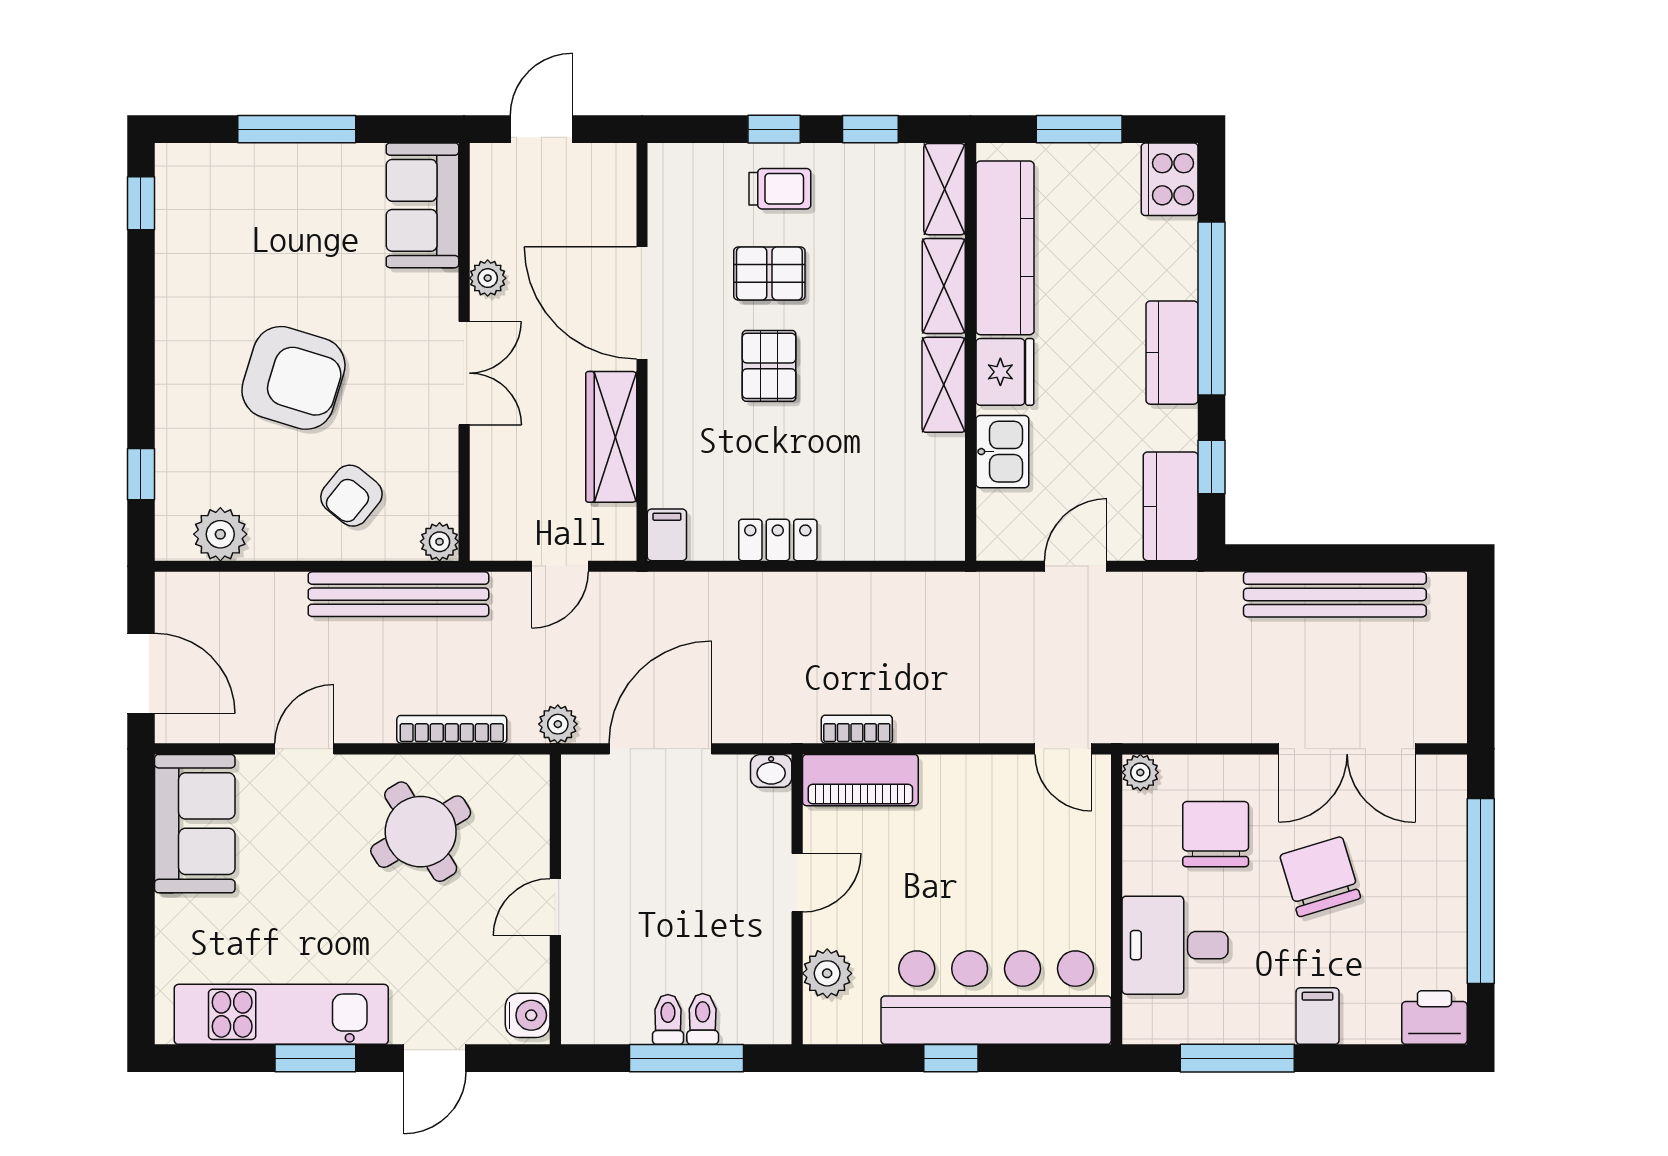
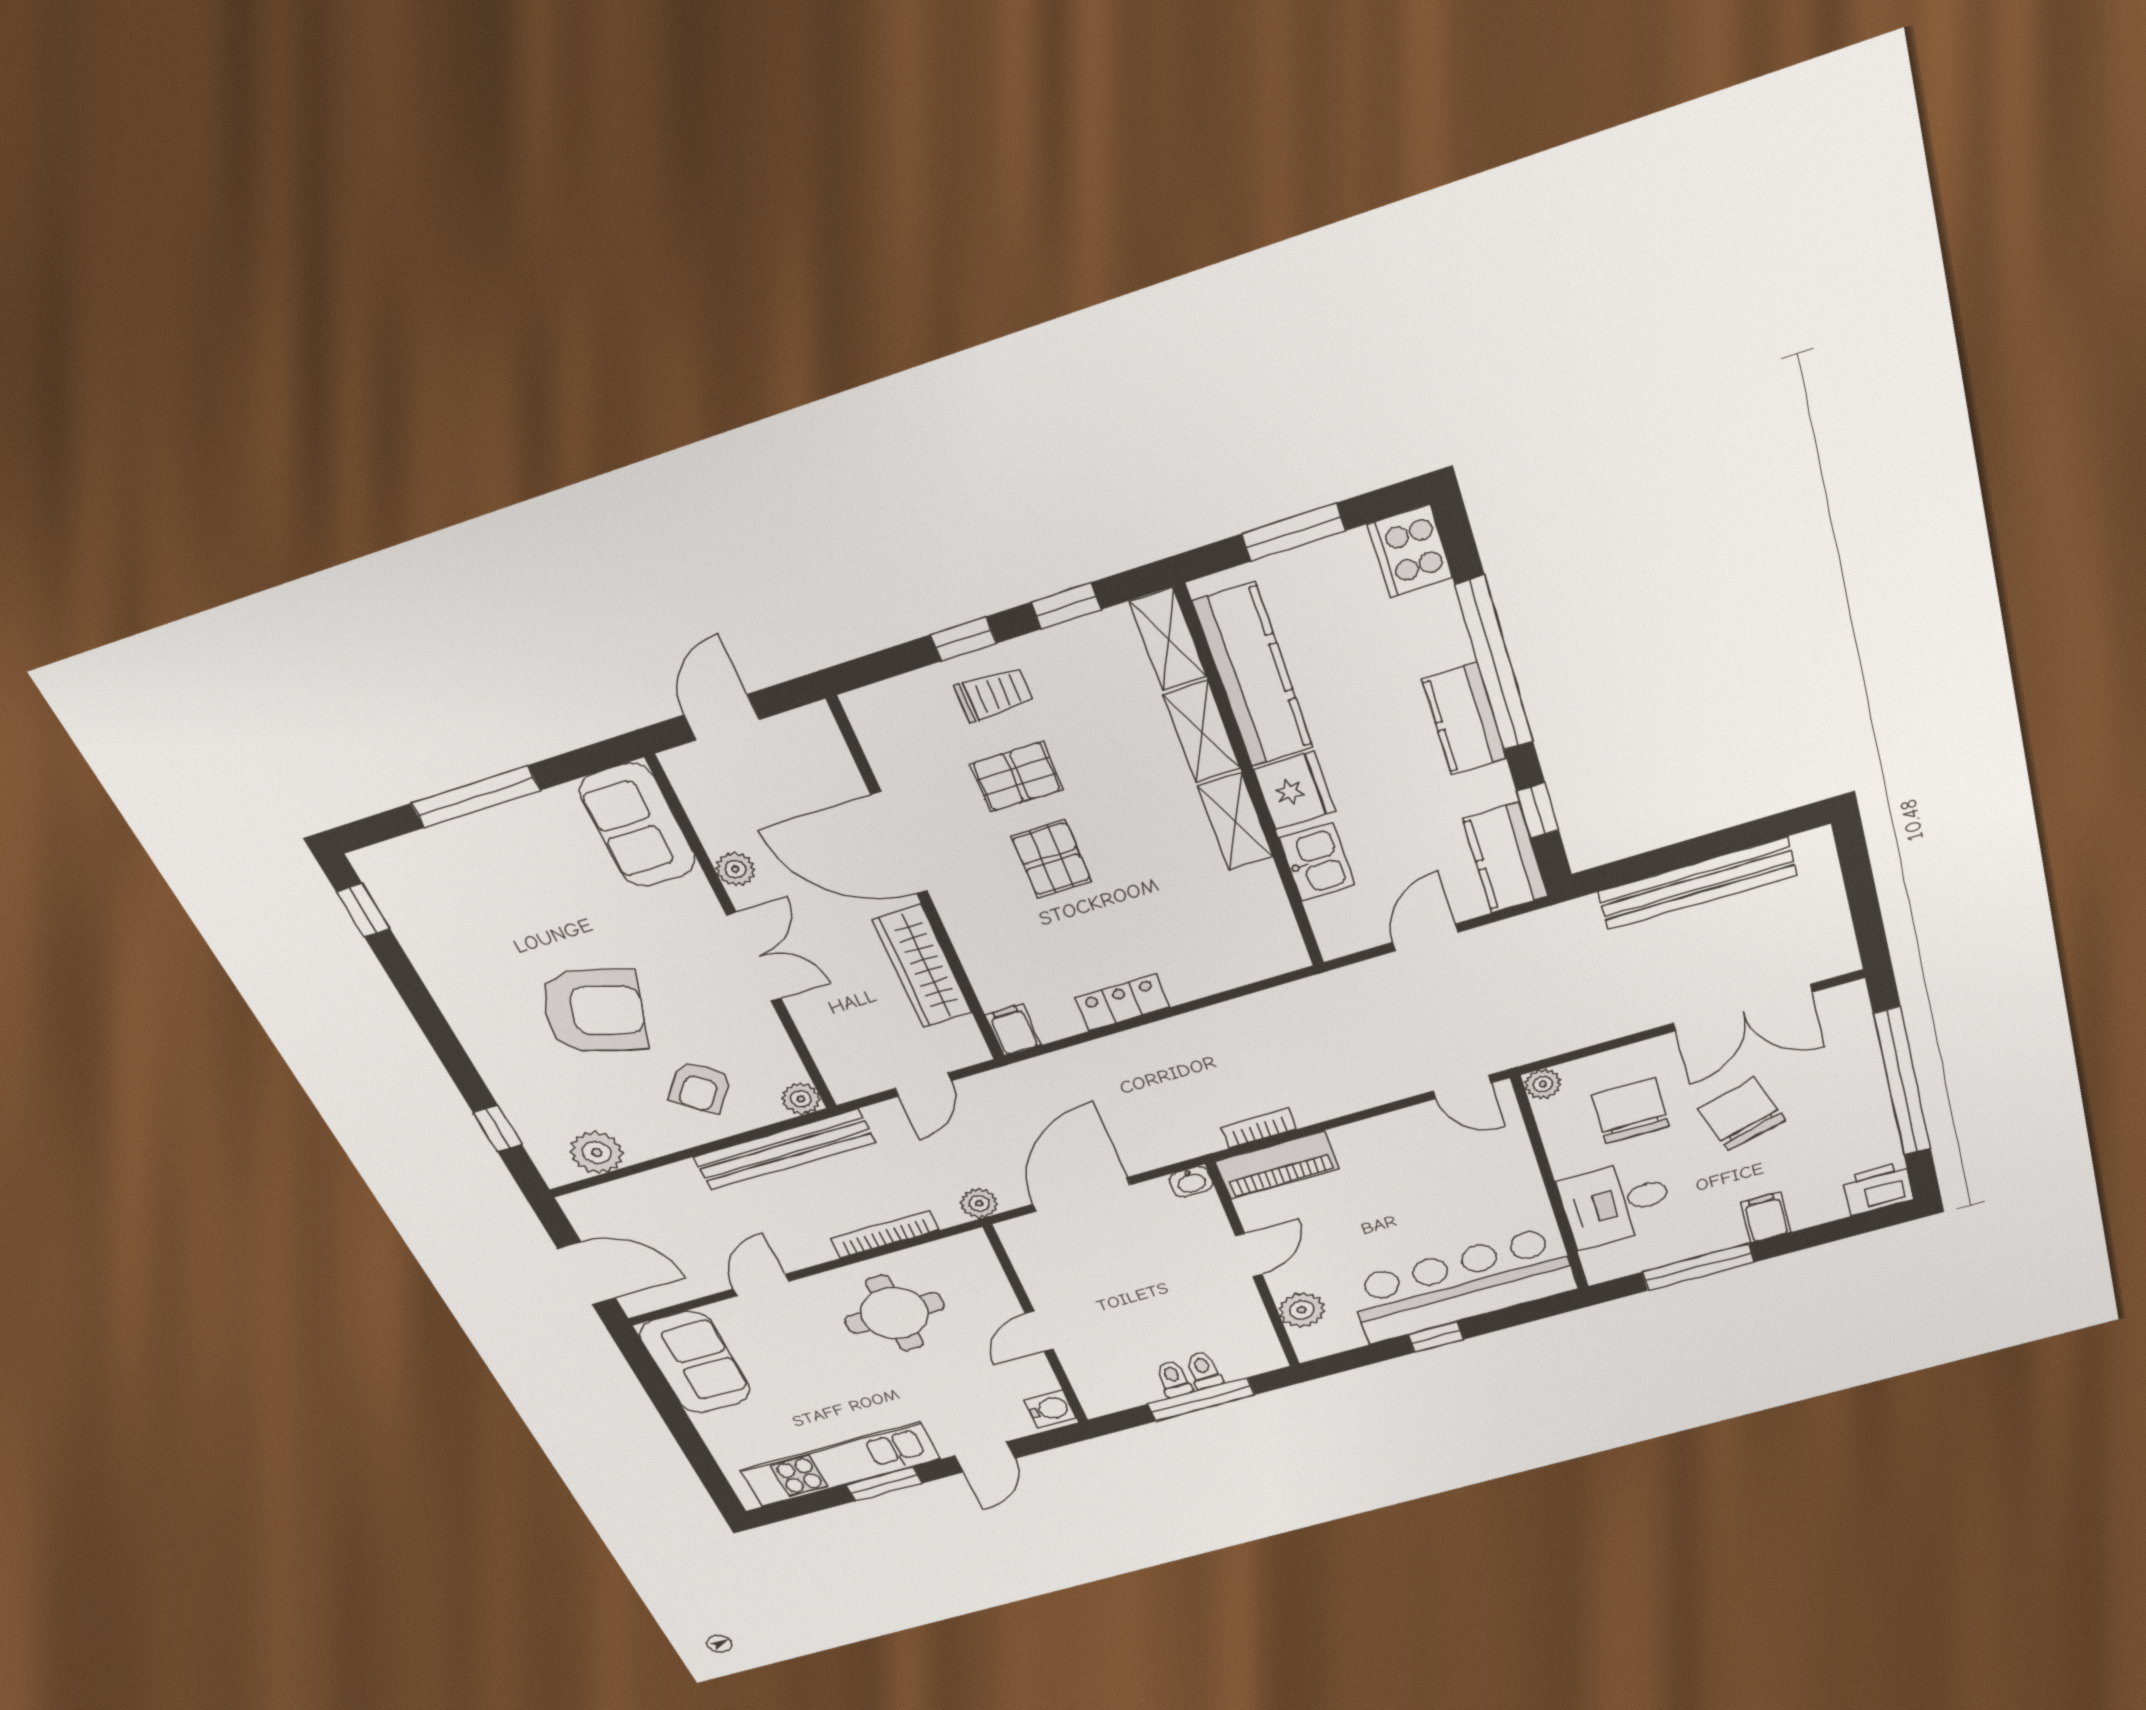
round table: (421, 832) -> (895, 1313), turned 31

